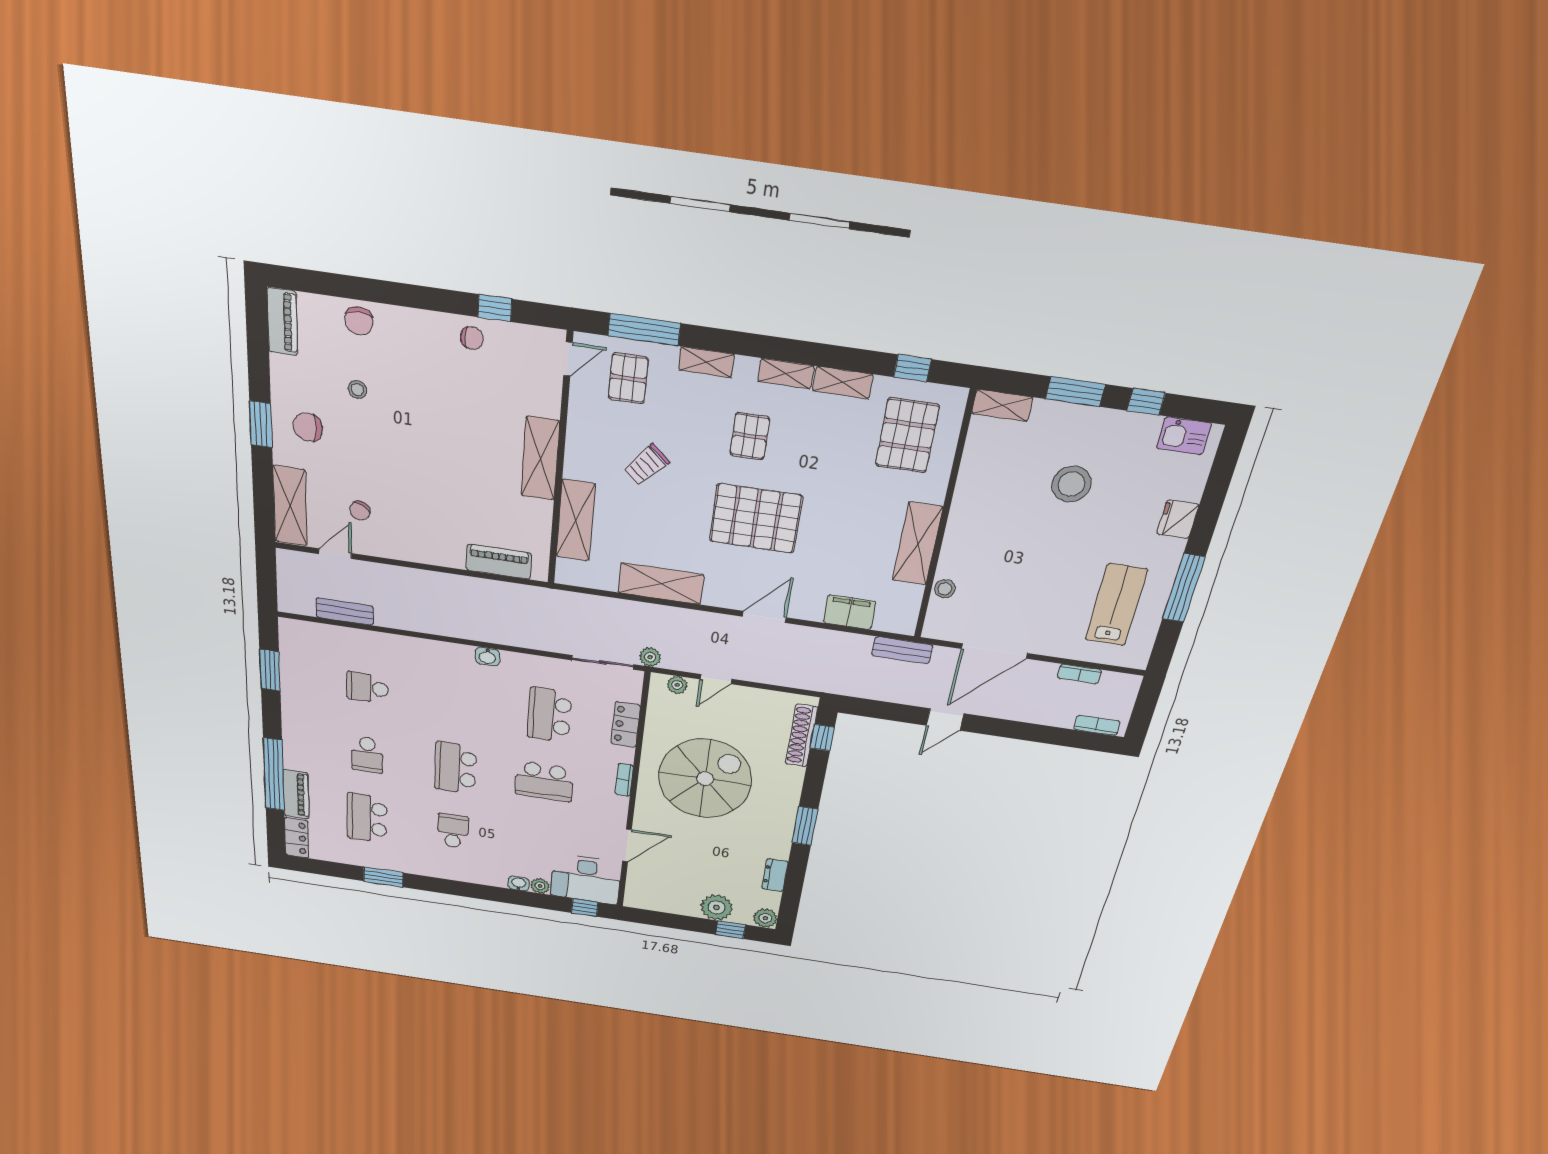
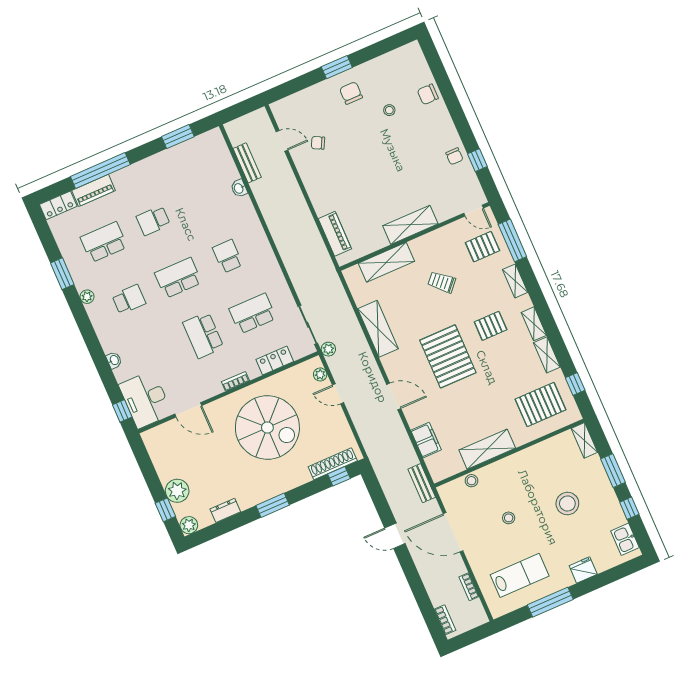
piano: (282, 322) -> (403, 55), removed
shelving: (290, 506) -> (297, 103), removed
stool: (1030, 572) -> (509, 518), added
washbasin: (487, 657) -> (239, 188), moved
school desk: (367, 688) -> (228, 256), moved
plant: (540, 886) -> (87, 297), moved

